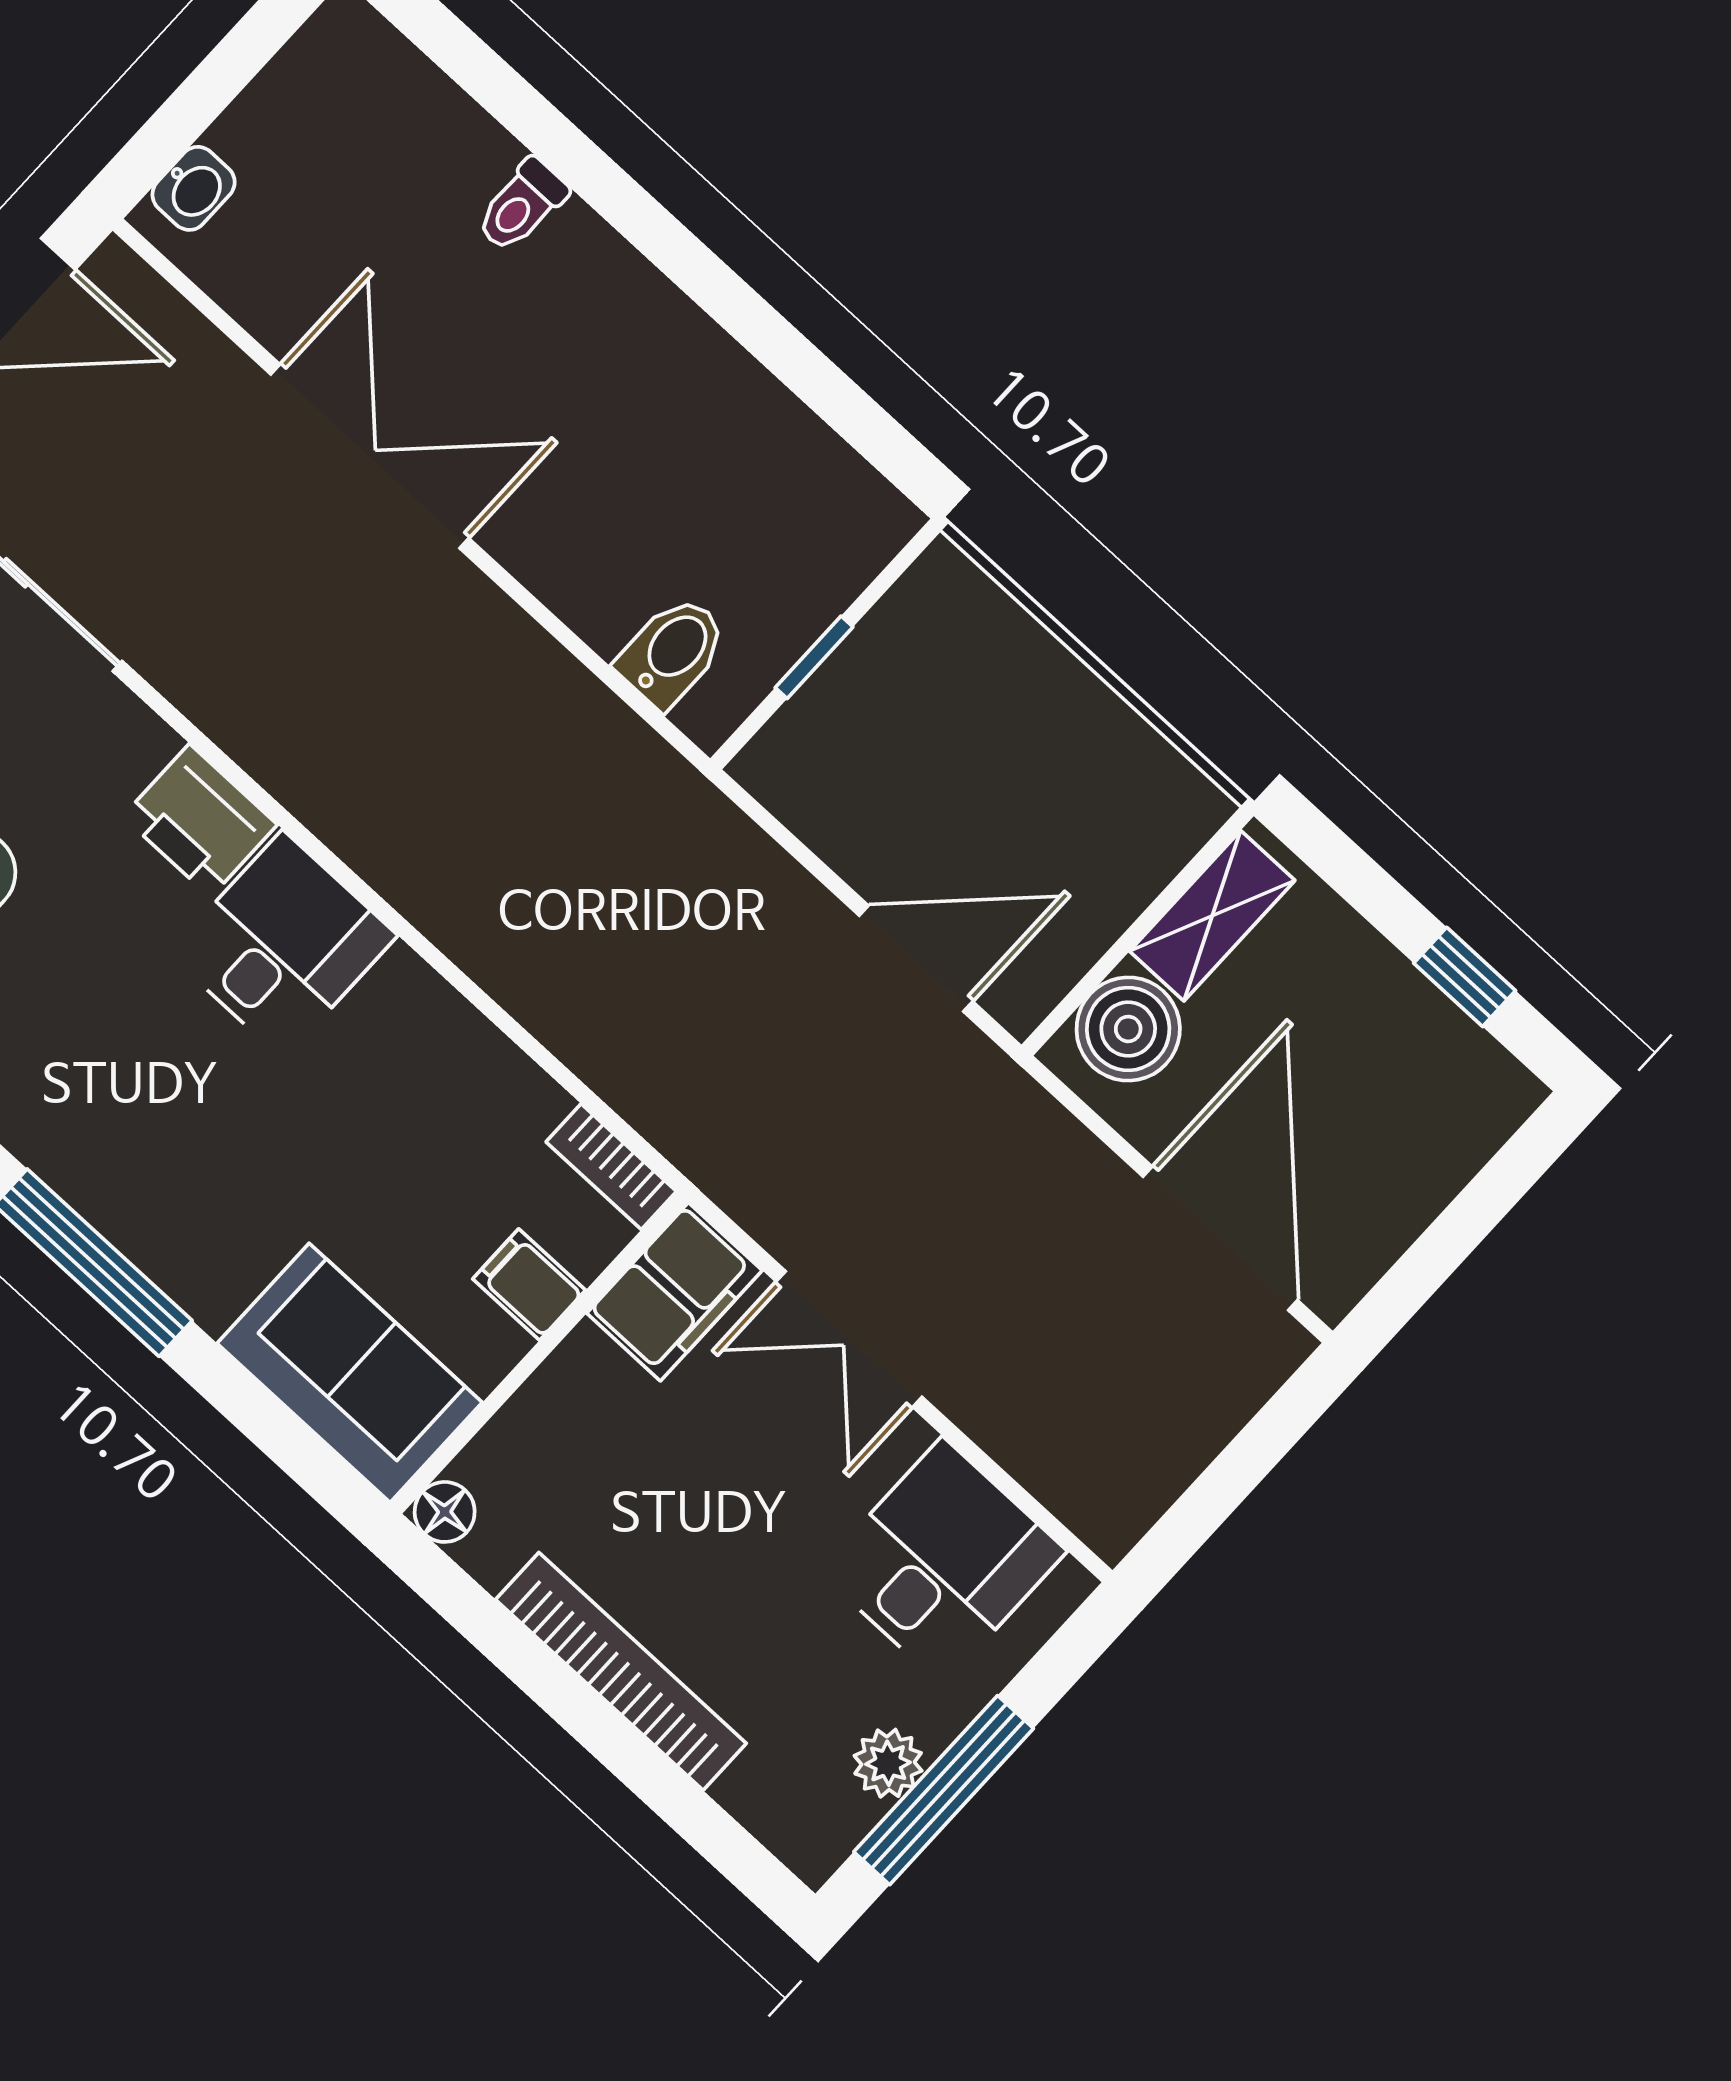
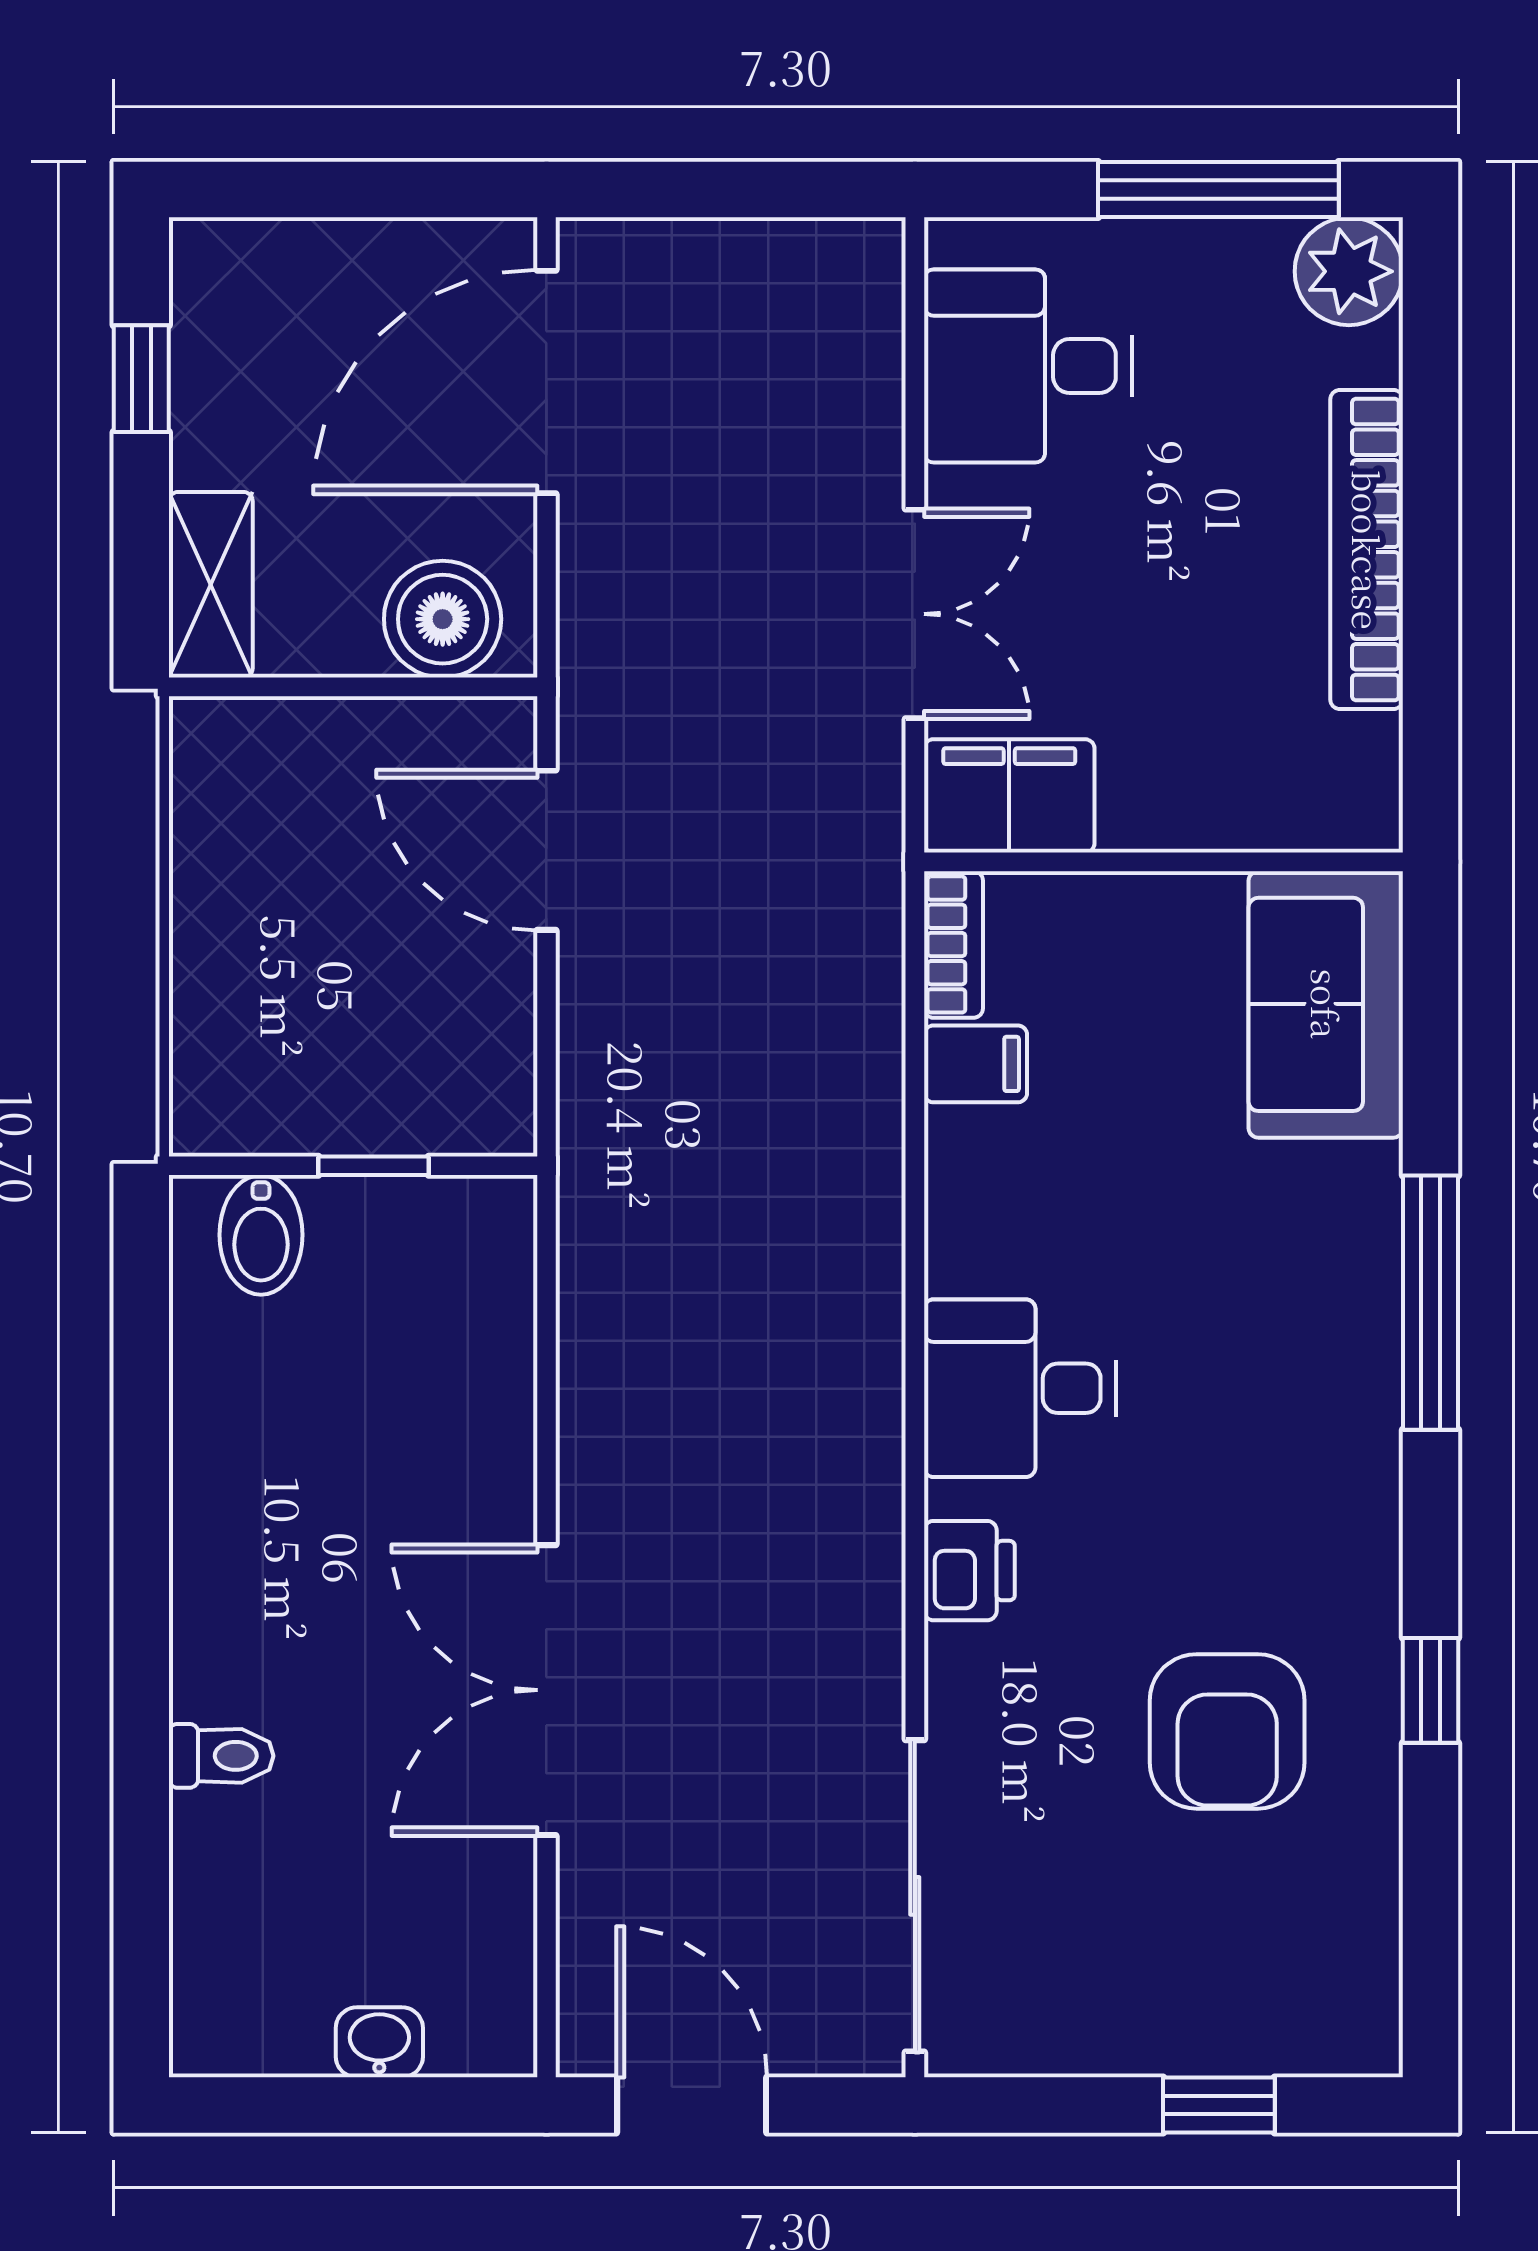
washbasin: (194, 188) -> (379, 2042), moved
bidet: (672, 652) -> (261, 1235), moved, turned -90
printer: (200, 821) -> (969, 1571), width x0.73, depth x0.81
shelving: (1212, 916) -> (211, 585), moved, turned 90
filing cabinet: (529, 1285) -> (976, 1064), moved, turned -90
floor lamp: (445, 1512) -> (1369, 819), removed
plant: (888, 1763) -> (1349, 271), moved, width x1.38, depth x1.38

